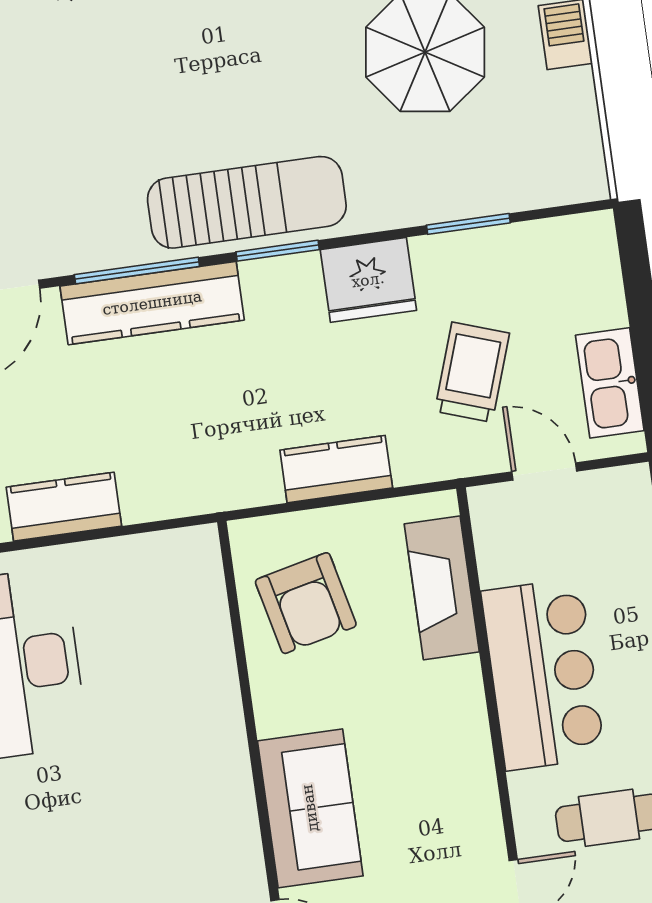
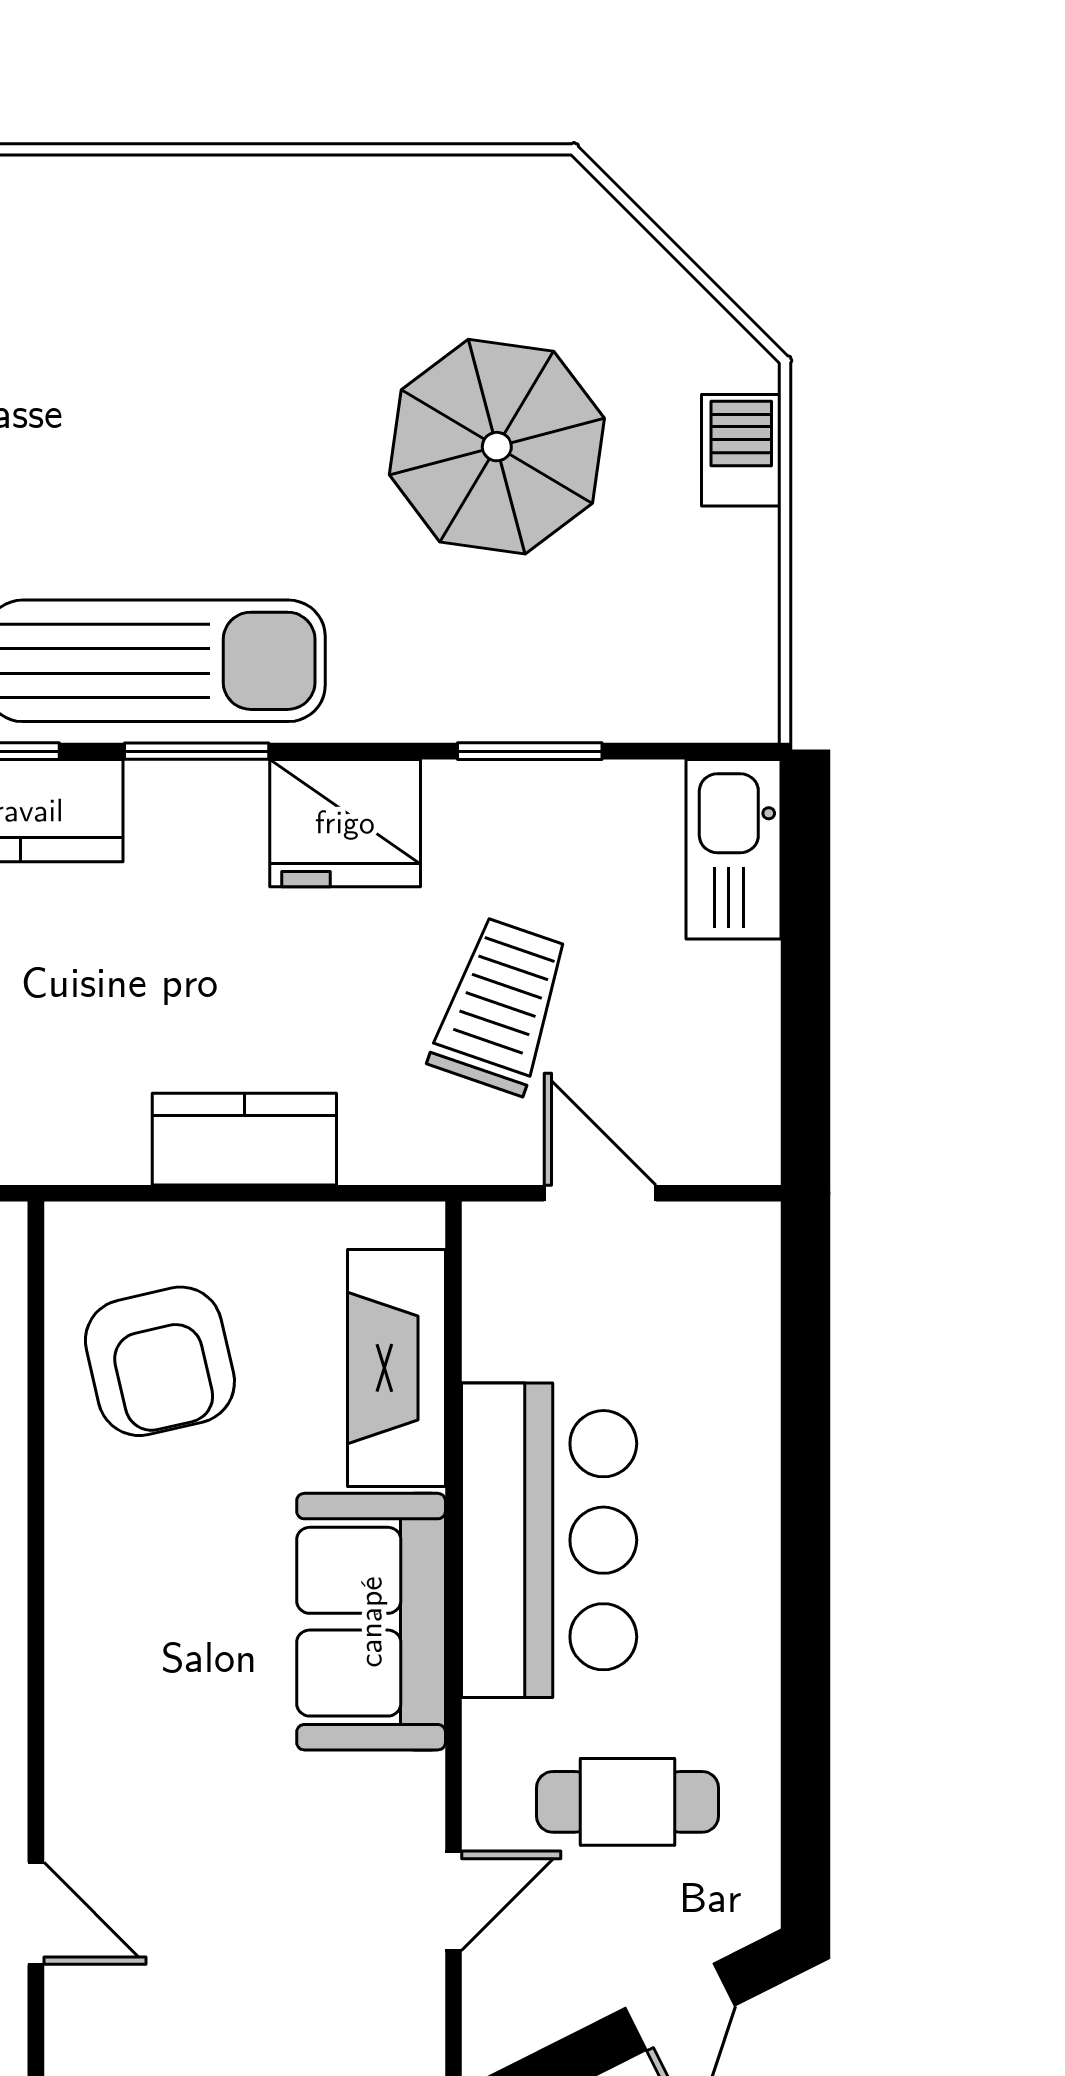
kitchen sink: (610, 383) -> (734, 849), moved
sofa: (310, 808) -> (371, 1622), moved, turned 180

